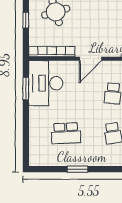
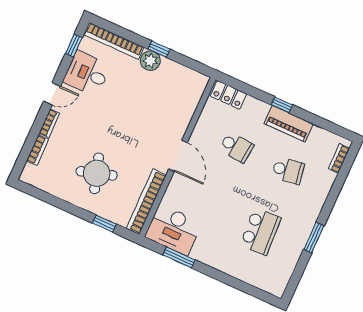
window: (26, 20) -> (104, 224), moved
desk: (46, 83) -> (173, 230), width x0.73, depth x0.77

